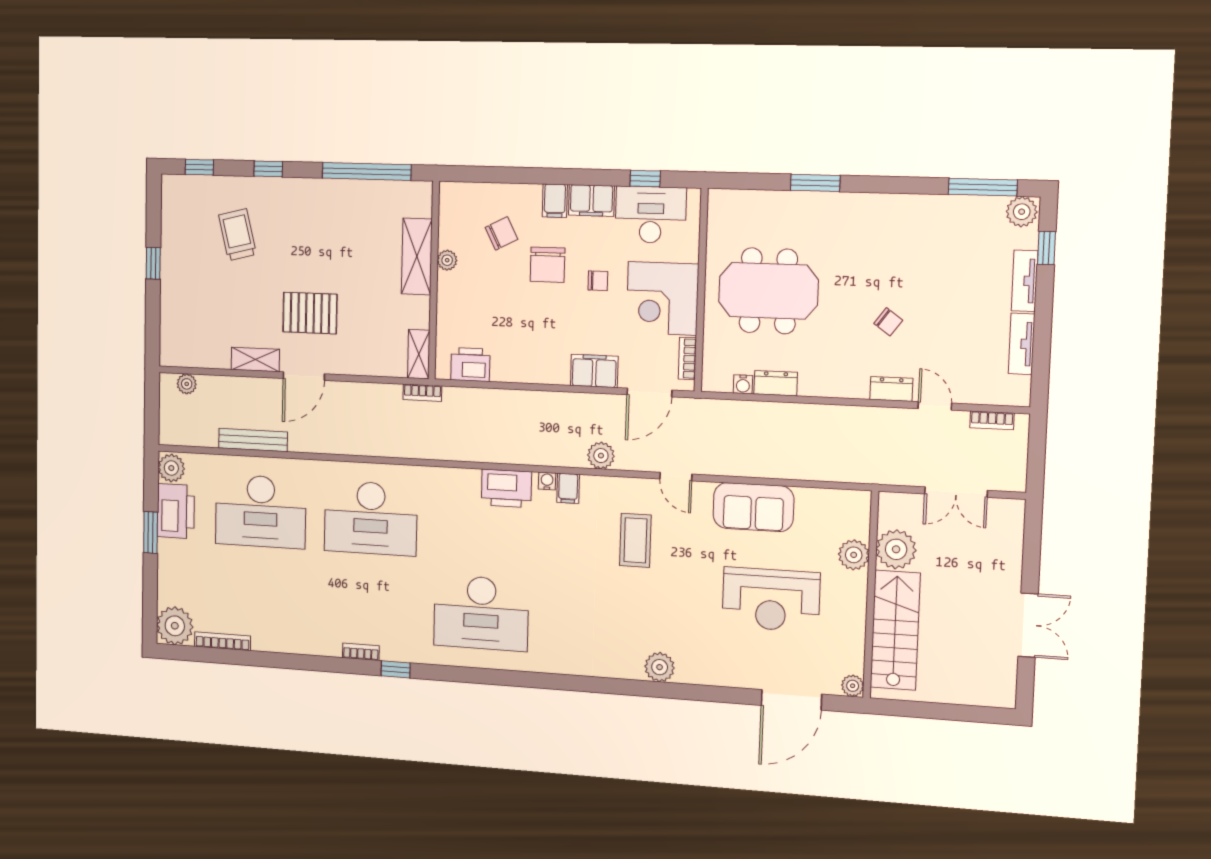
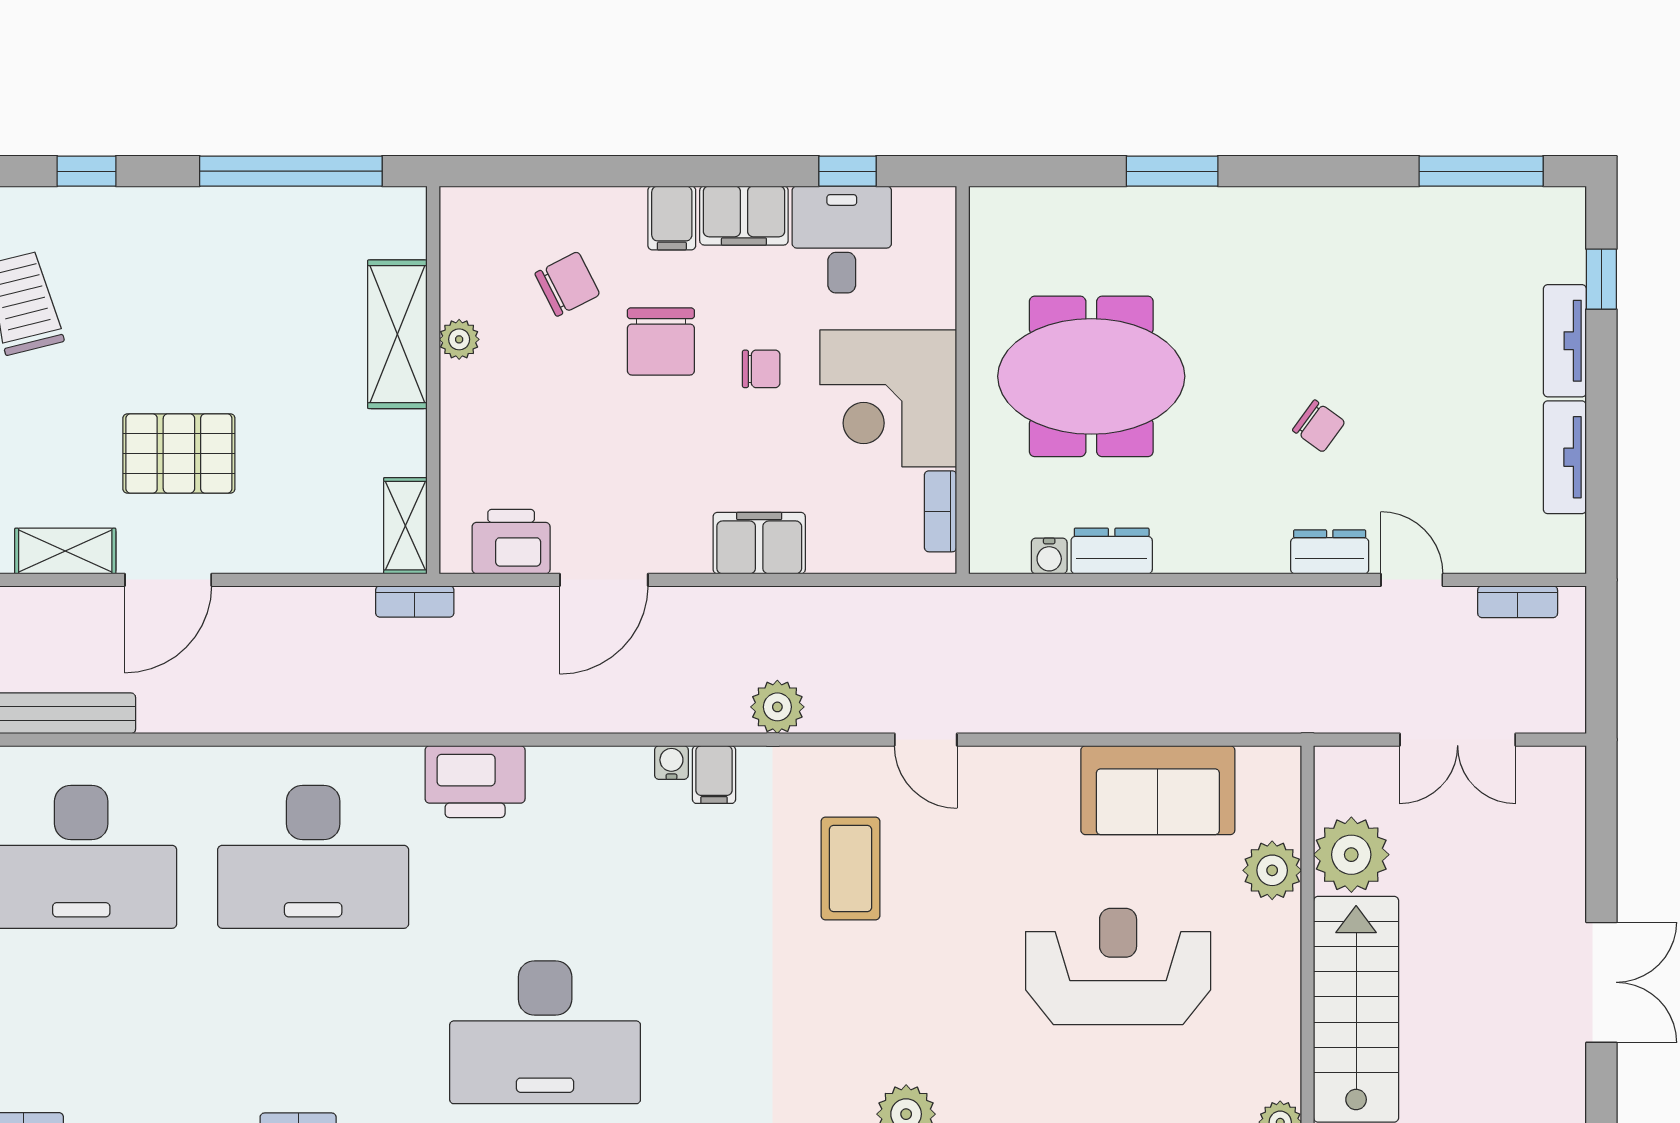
plant: (1022, 212) -> (1554, 214), removed
desk: (651, 215) -> (842, 239), width x0.73
door: (649, 392) -> (604, 580), moved
printer: (506, 488) -> (475, 782), moved
sofa: (753, 507) -> (1158, 790), moved
reception desk: (771, 600) -> (1118, 967), turned 180

